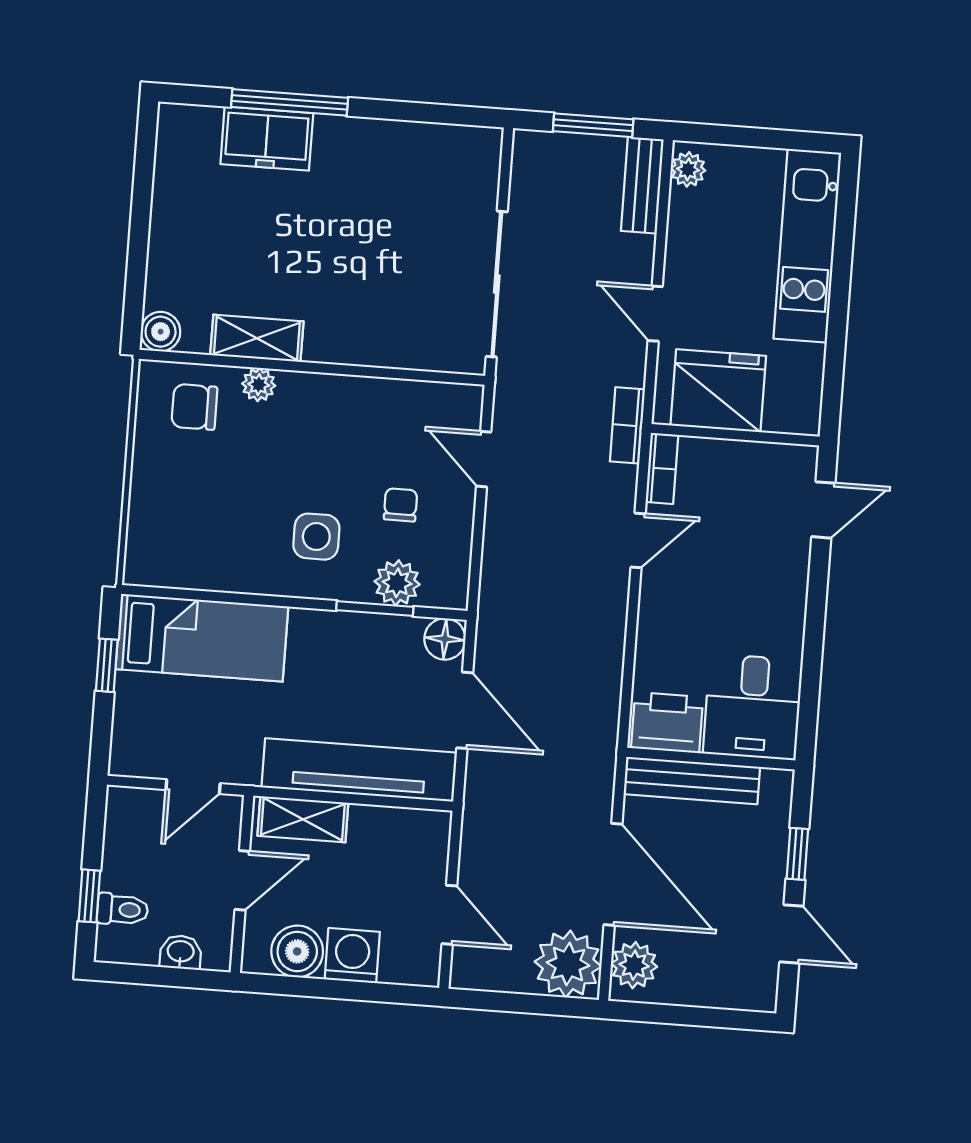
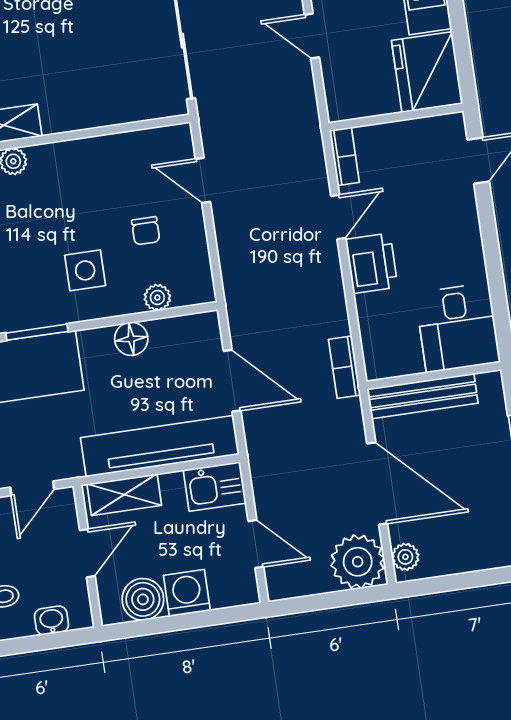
fridge: (718, 391) -> (427, 72), moved, turned -90
bookcase: (627, 425) -> (345, 367), moved
chair: (400, 505) -> (146, 231), turned 180
plant: (397, 583) -> (157, 298), width x0.73, depth x0.73
window: (375, 608) -> (37, 332), moved
floor lamp: (445, 639) -> (131, 339), moved
printer: (667, 723) -> (372, 263), moved, turned 90
kitchen sink: (415, 834) -> (215, 486), added
plant: (634, 965) -> (405, 557), width x0.73, depth x0.73

